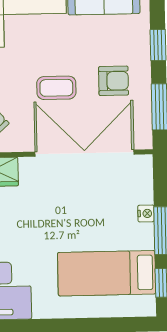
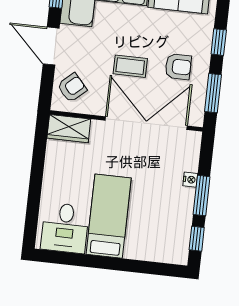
bed: (107, 273) -> (109, 216), moved, turned 90

